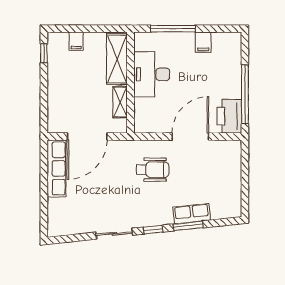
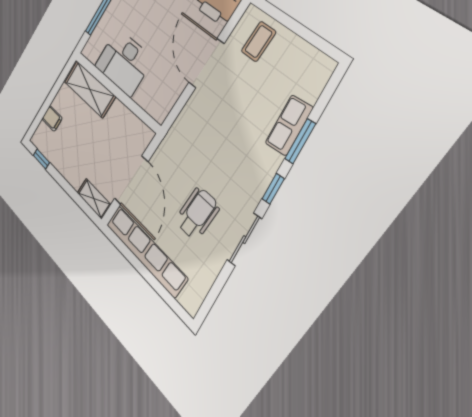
shelving: (120, 102) -> (94, 199), moved
coffee table: (224, 162) -> (259, 42), added
row of seats: (56, 168) -> (146, 251), width x1.36
wheelchair: (152, 170) -> (197, 214), moved

